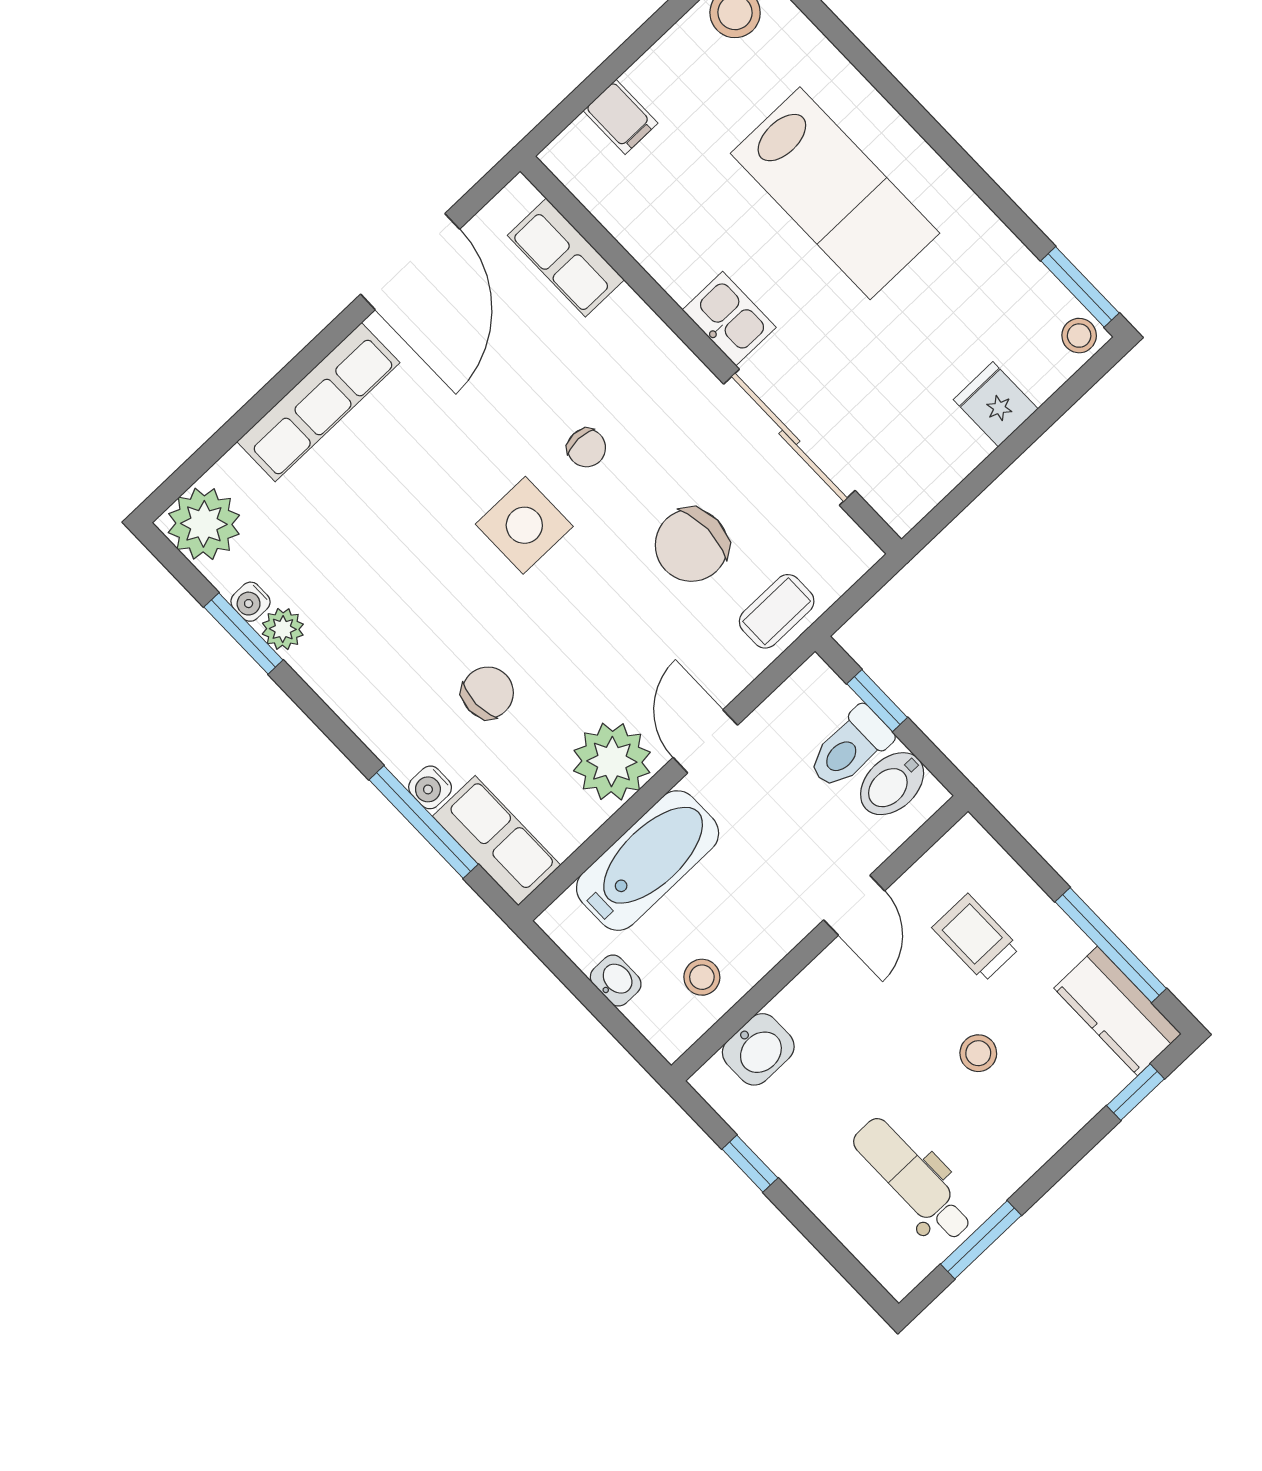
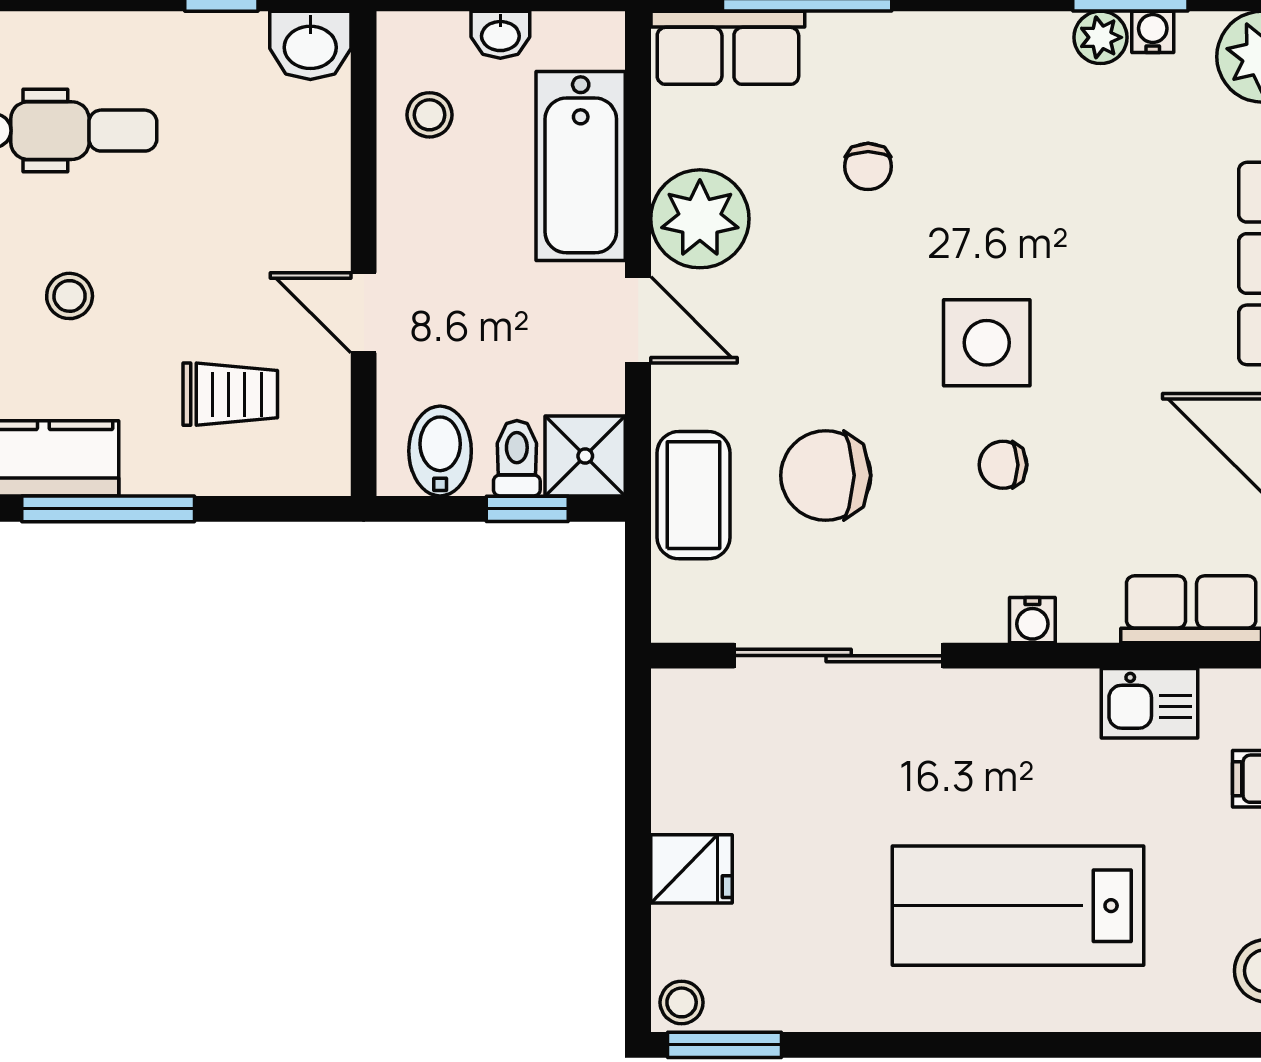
kitchen sink: (729, 319) -> (1149, 703), moved
chair: (691, 545) -> (826, 475), turned -90
coffee table: (777, 611) -> (693, 495), width x1.36, depth x1.30
chair: (488, 693) -> (868, 166), width x0.73, depth x0.73
shower: (814, 696) -> (585, 456), added
toilet: (850, 748) -> (517, 458), width x0.73, depth x0.72
water cooler: (430, 787) -> (1032, 620), moved, turned 180
washbasin: (758, 1049) -> (310, 45), moved, turned -90
stool: (978, 1053) -> (70, 296), moved

